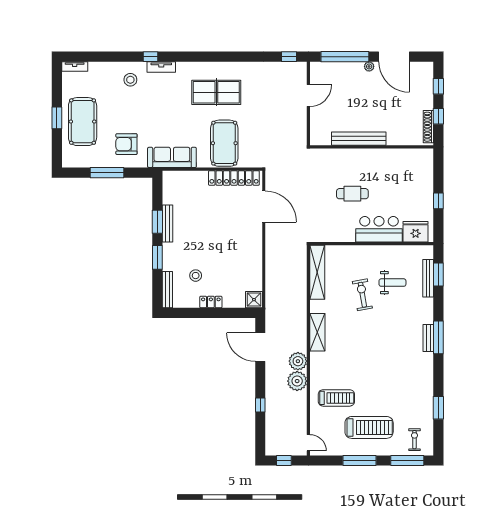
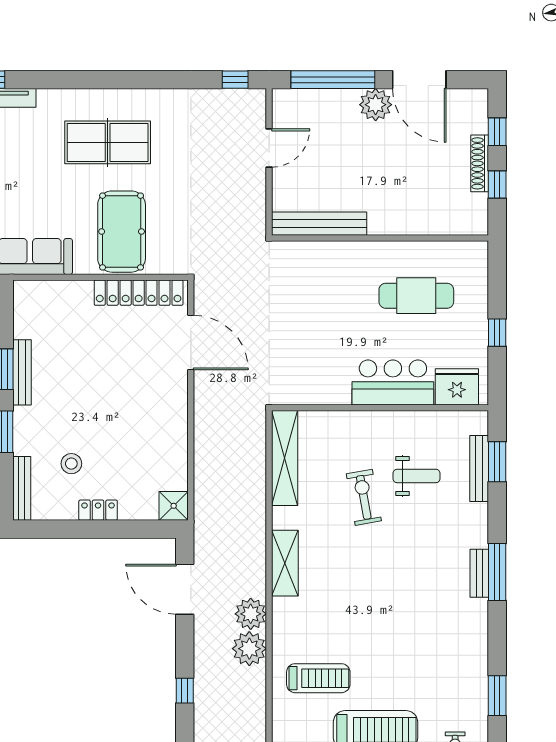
plant: (369, 66) -> (376, 105), width x1.88, depth x1.88
shoe rack: (428, 127) -> (480, 163), moved
bench: (359, 139) -> (319, 224), moved
cafe table: (352, 194) -> (416, 296), moved, width x1.37, depth x1.35

